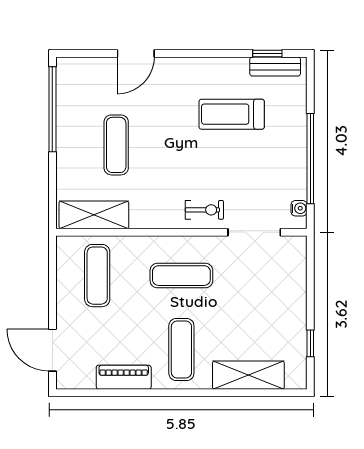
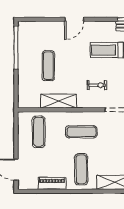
door: (136, 54) -> (74, 19), moved
exercise bike: (204, 210) -> (97, 85), moved
shelving: (94, 215) -> (59, 101), moved

